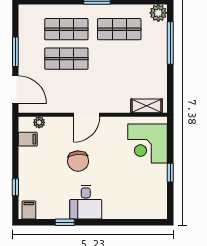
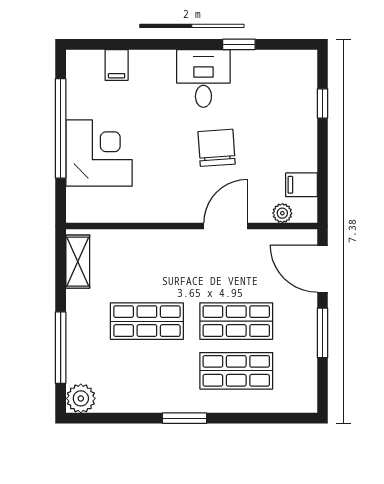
shop shelf: (119, 29) -> (147, 321), moved
shelving: (146, 106) -> (78, 262), moved, turned 90
door: (87, 115) -> (226, 226), moved
corner desk: (148, 143) -> (99, 153), moved
window: (170, 173) -> (61, 128), width x3.17
filing cabinet: (29, 210) -> (117, 65), moved

